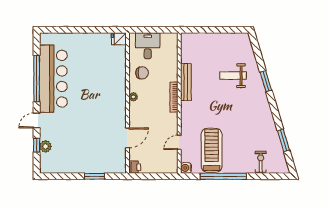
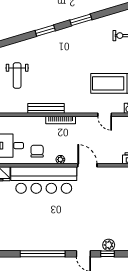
weight bench: (233, 76) -> (17, 75), moved
bar counter: (53, 79) -> (44, 180), moved, turned 180
door: (127, 138) -> (87, 165), moved
window: (283, 140) -> (81, 20), moved

